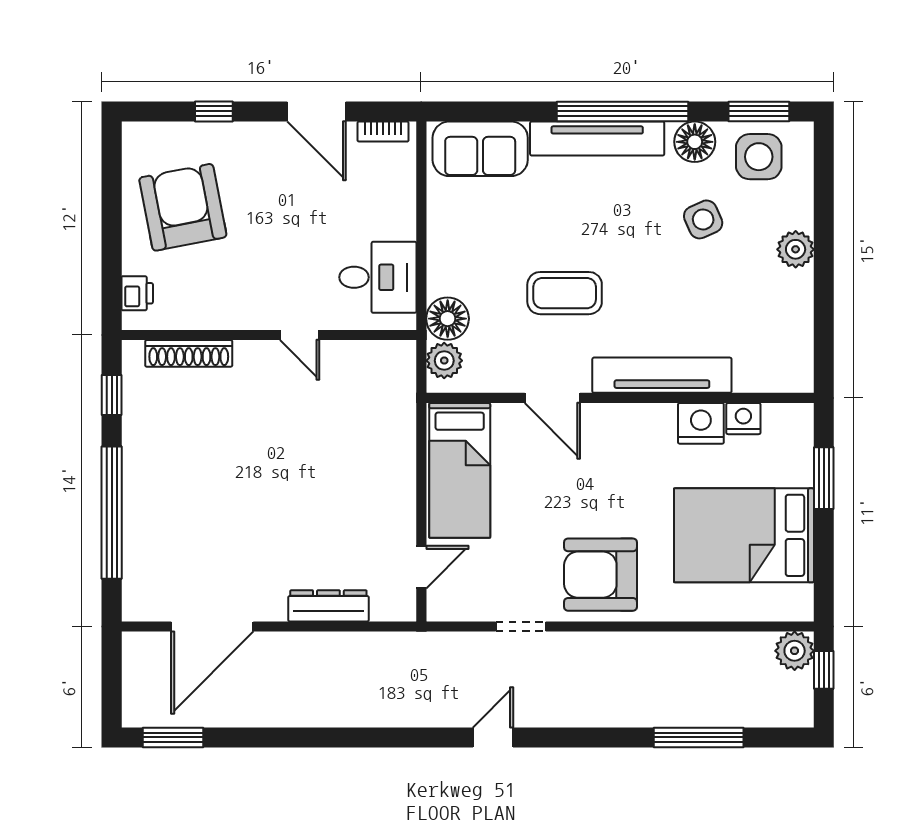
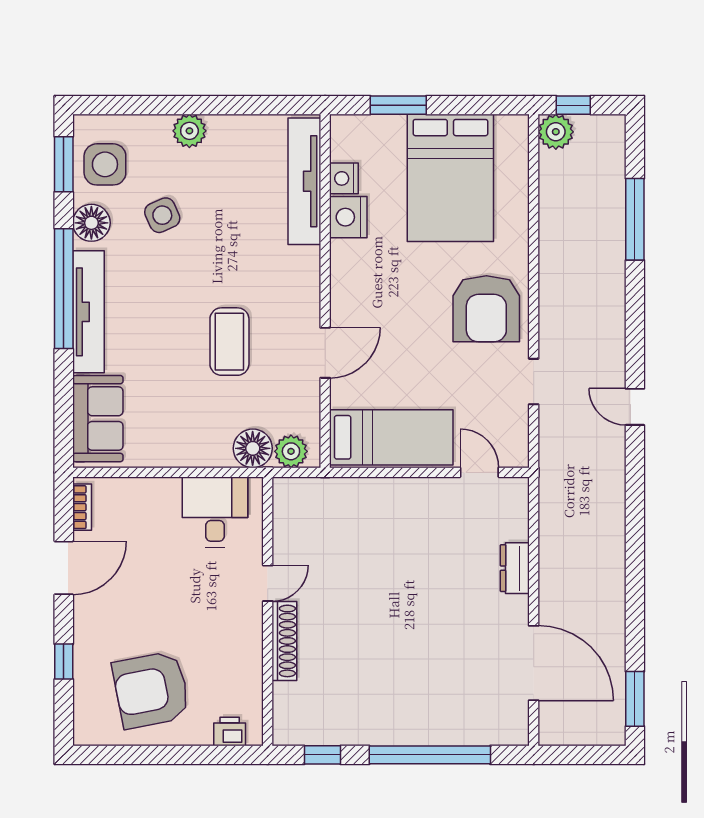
shoe rack: (189, 353) -> (284, 641), moved
tv unit: (662, 375) -> (304, 181), moved
dresser: (328, 606) -> (515, 568), width x0.70

